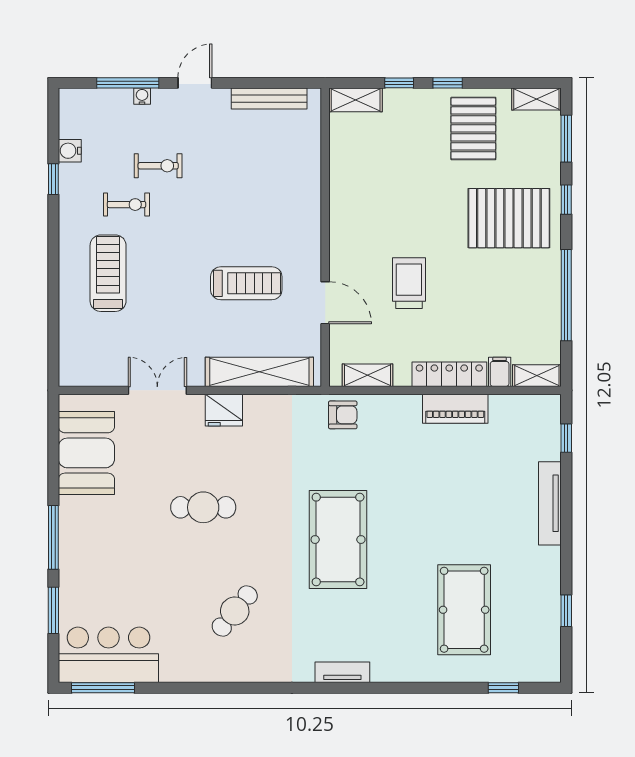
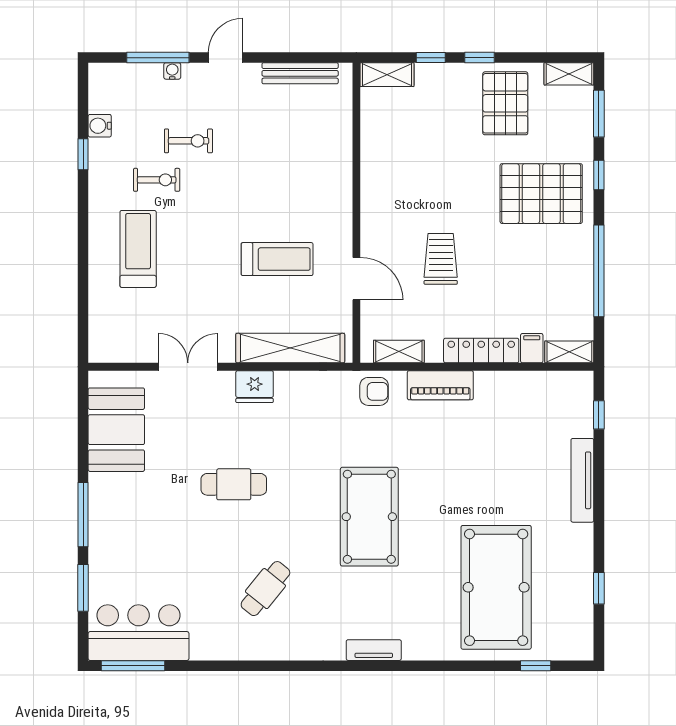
piano: (455, 409) -> (440, 385), moved
pool table: (464, 610) -> (496, 587), width x1.36, depth x1.32

